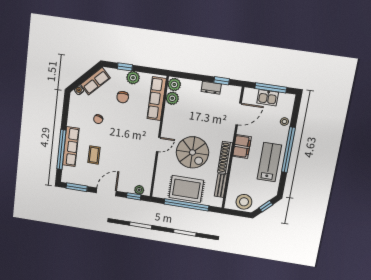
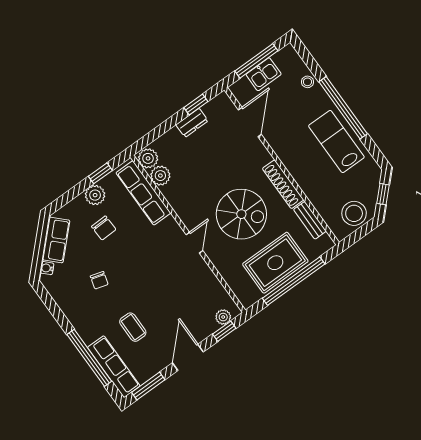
window: (125, 67) -> (100, 173), moved
row of seats: (71, 147) -> (114, 367), moved
filing cabinet: (242, 147) -> (289, 154), removed

